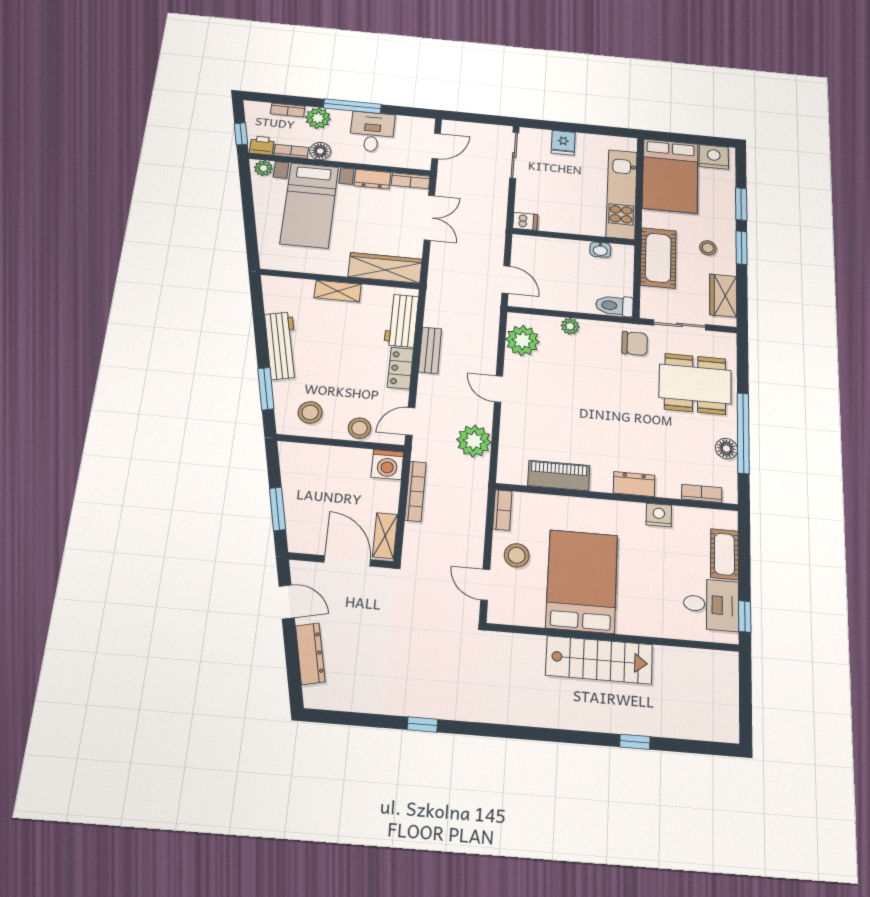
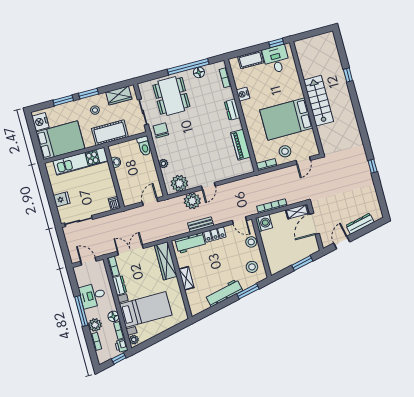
plant: (474, 441) -> (192, 201), moved

